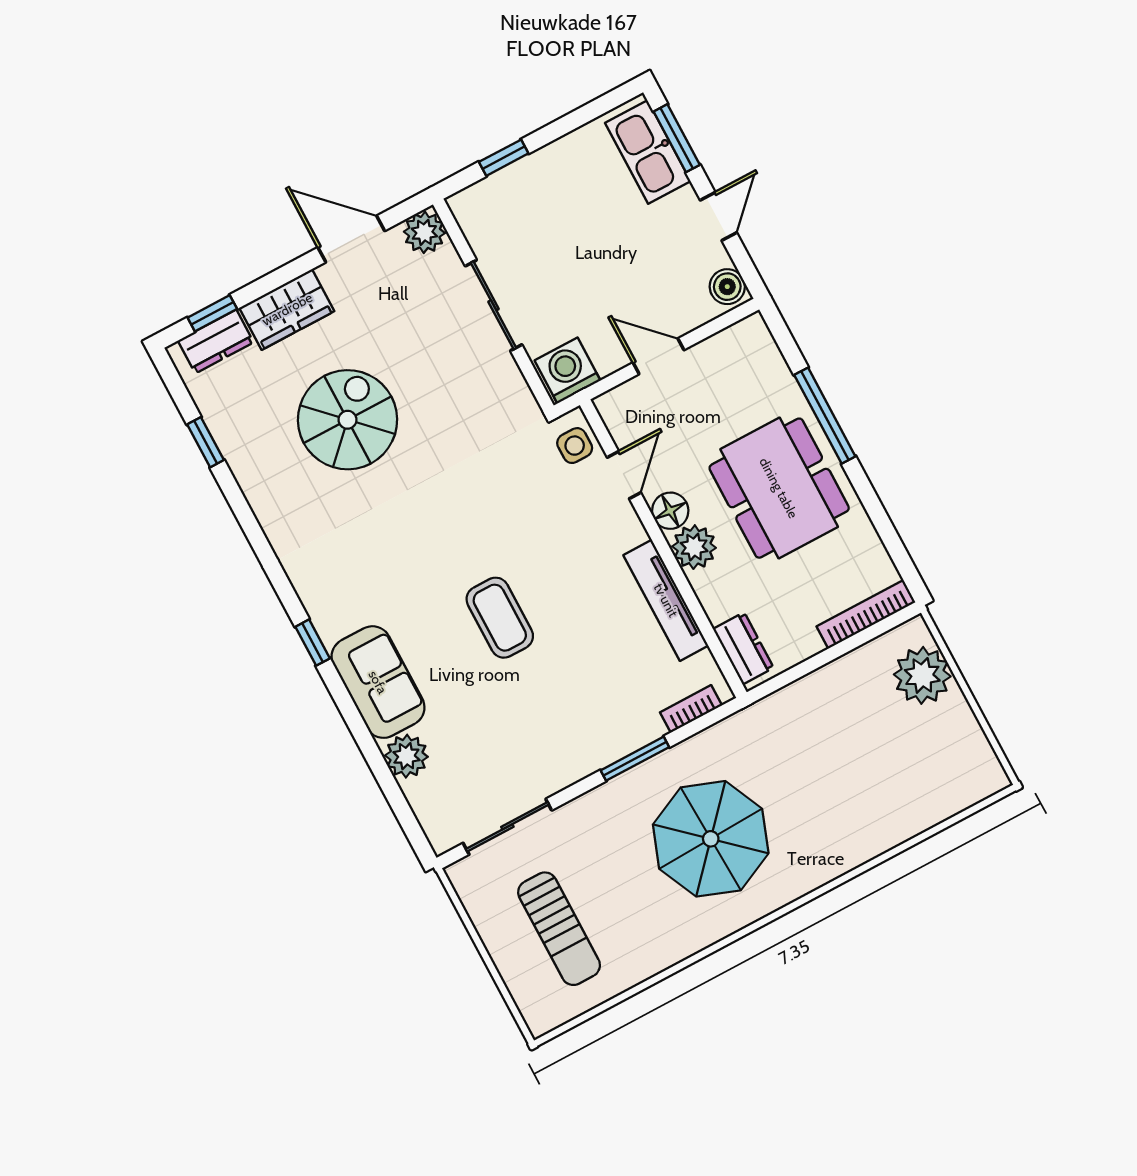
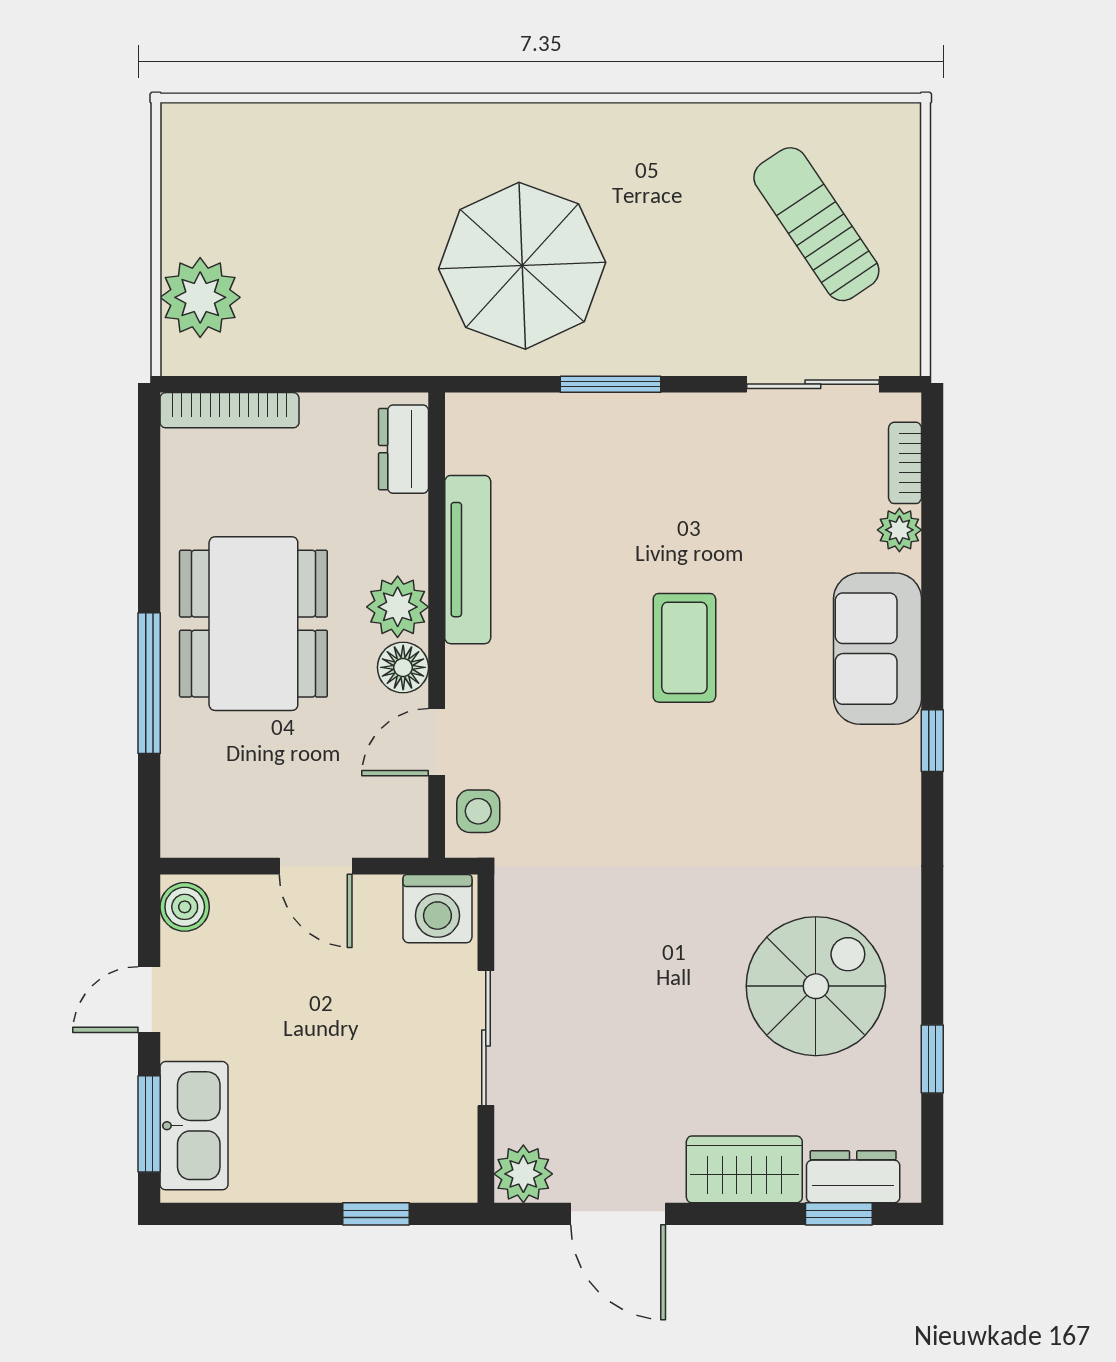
spiral stairs: (348, 420) -> (816, 986), moved, turned 180
bookcase: (691, 709) -> (905, 463), moved, turned 90
plant: (406, 756) -> (899, 530), width x0.73, depth x0.73
parasol: (711, 839) -> (522, 266), moved
sun lounger: (559, 929) -> (816, 224), turned -34

